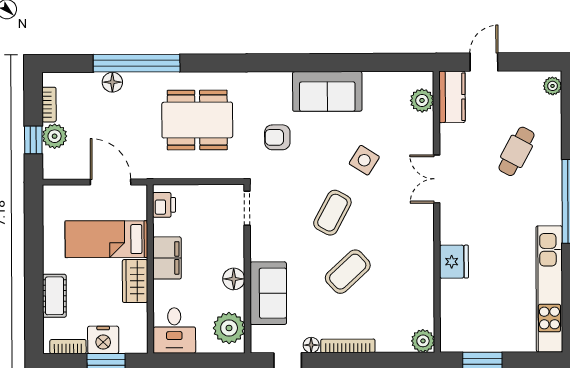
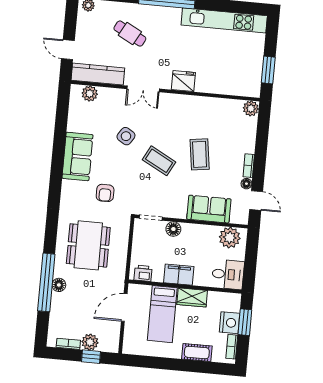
floor lamp: (112, 82) -> (59, 285), moved
kitchen counter: (452, 97) -> (98, 74), width x1.50
fridge: (454, 262) -> (183, 81), moved
coffee table: (348, 272) -> (200, 154), turned 35
floor lamp: (234, 279) -> (173, 229), moved
bookcase: (348, 346) -> (249, 166), width x0.64

